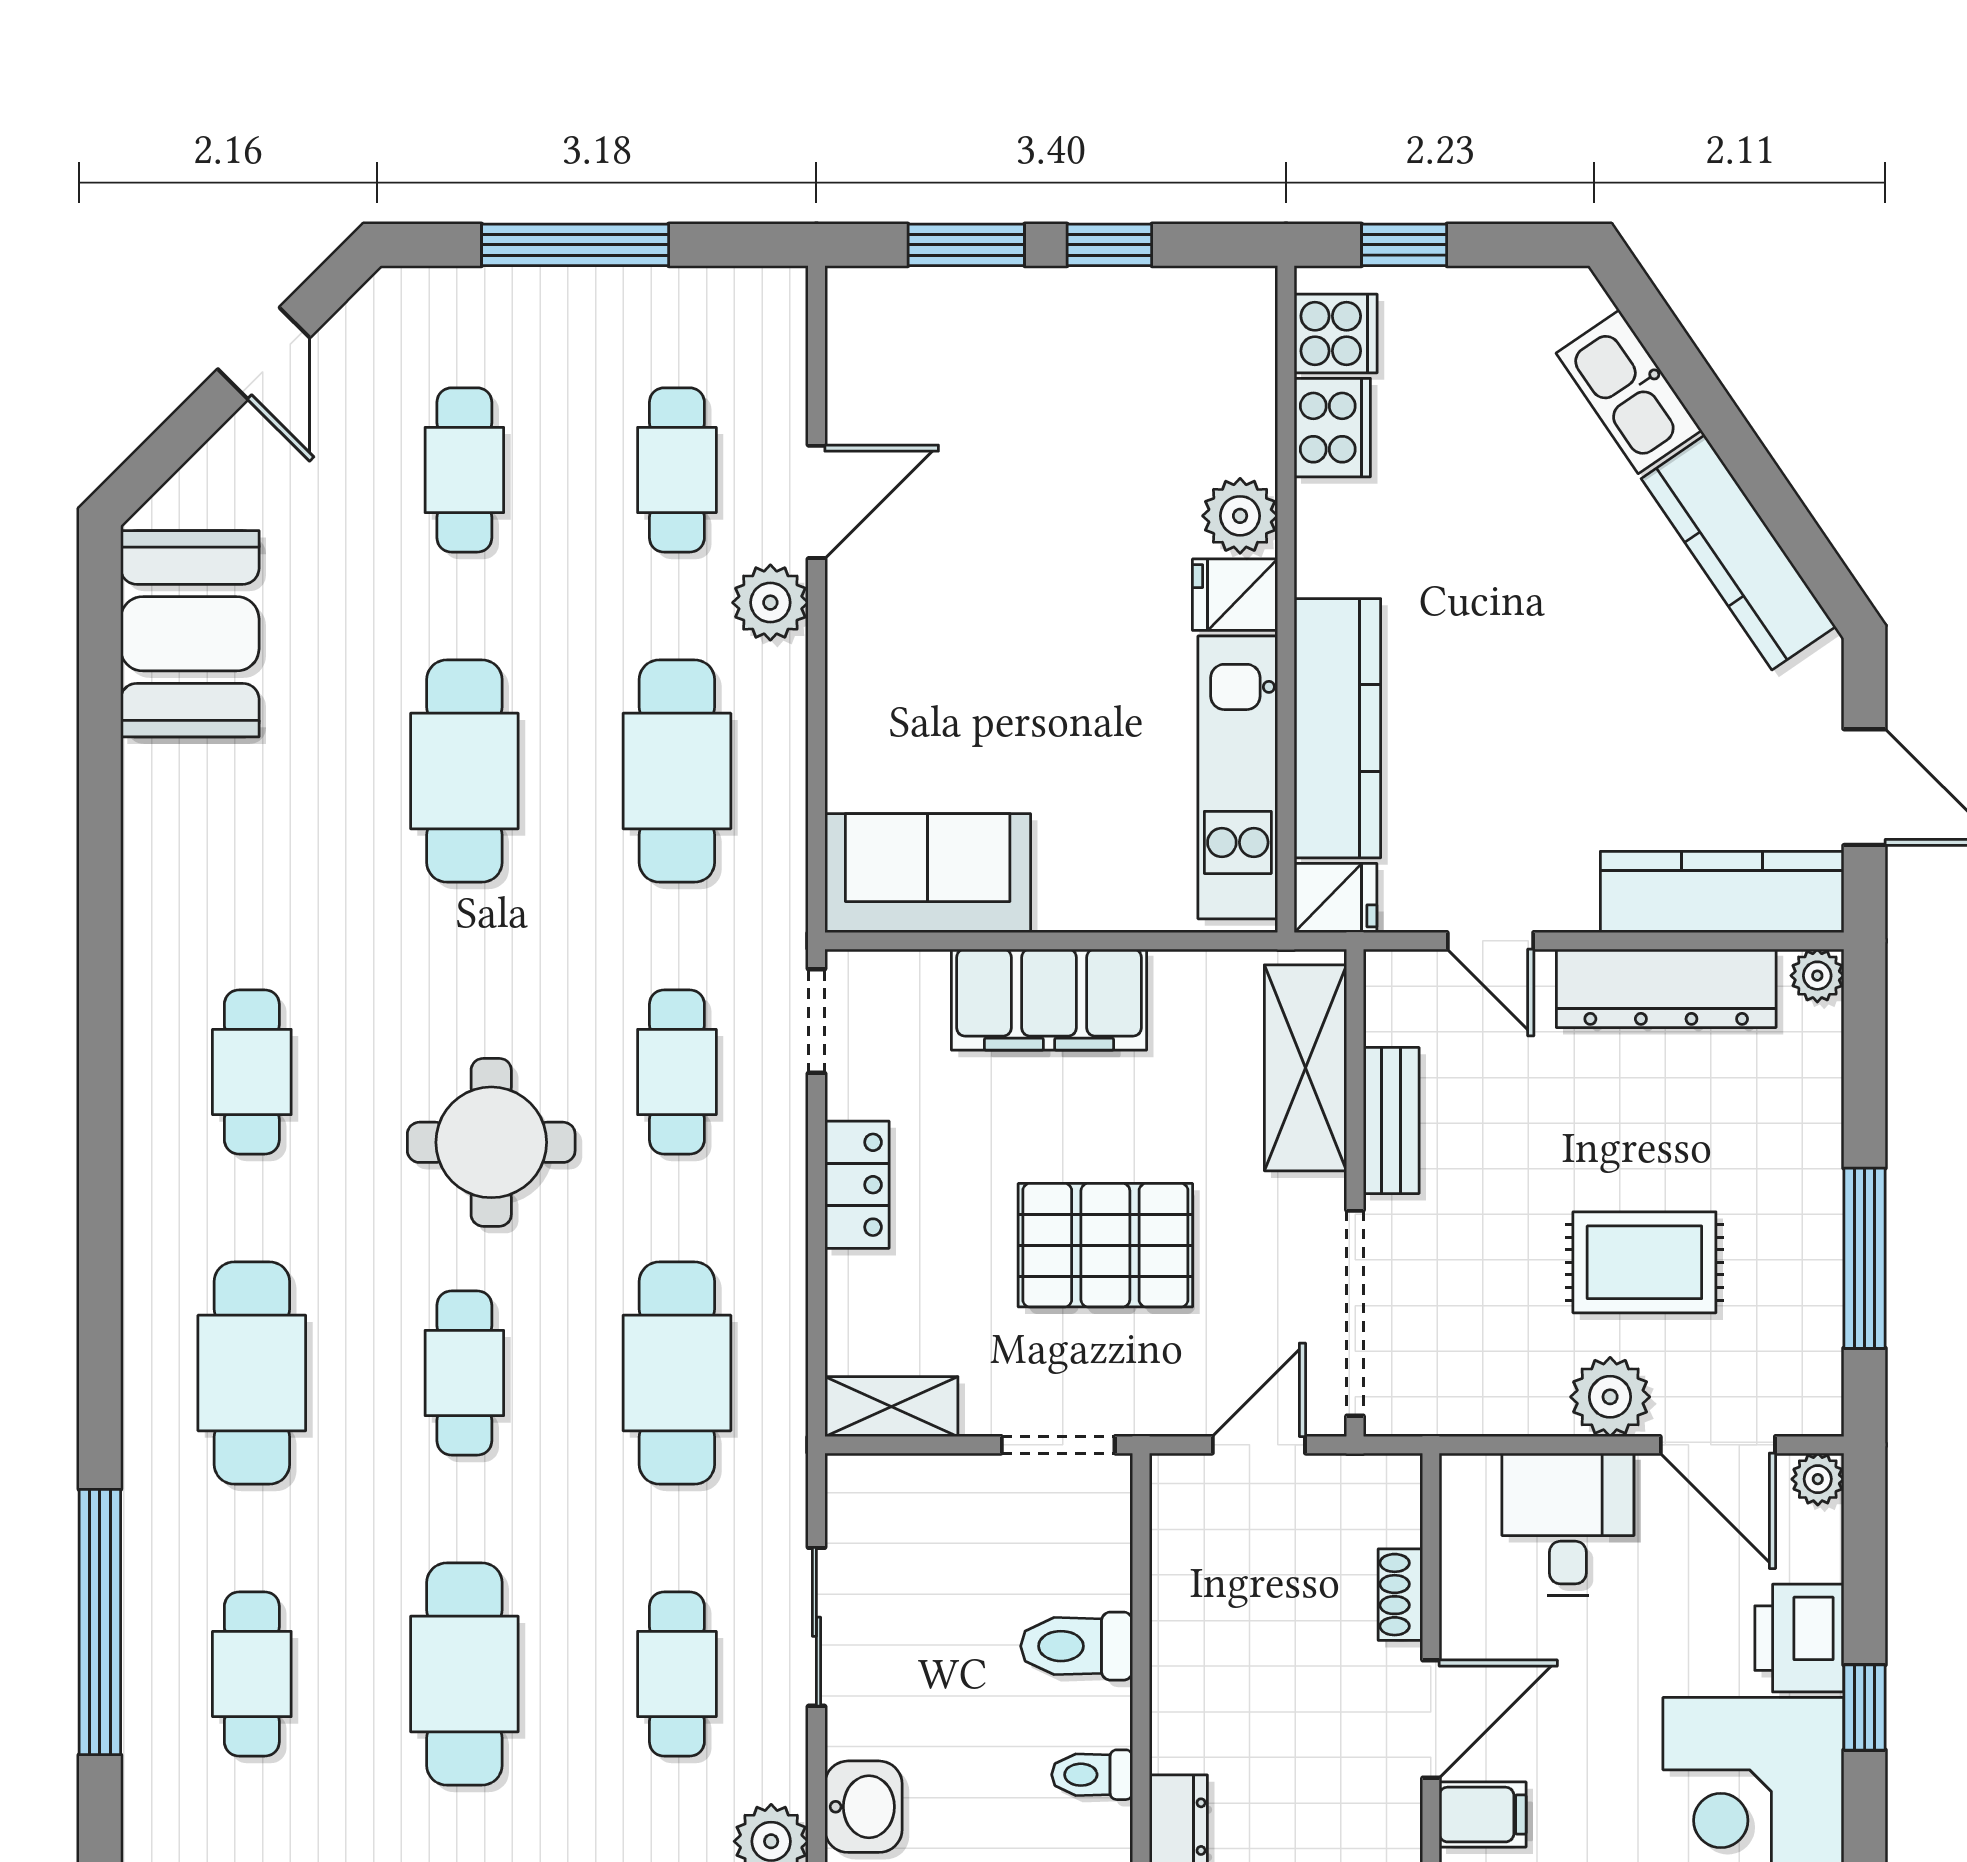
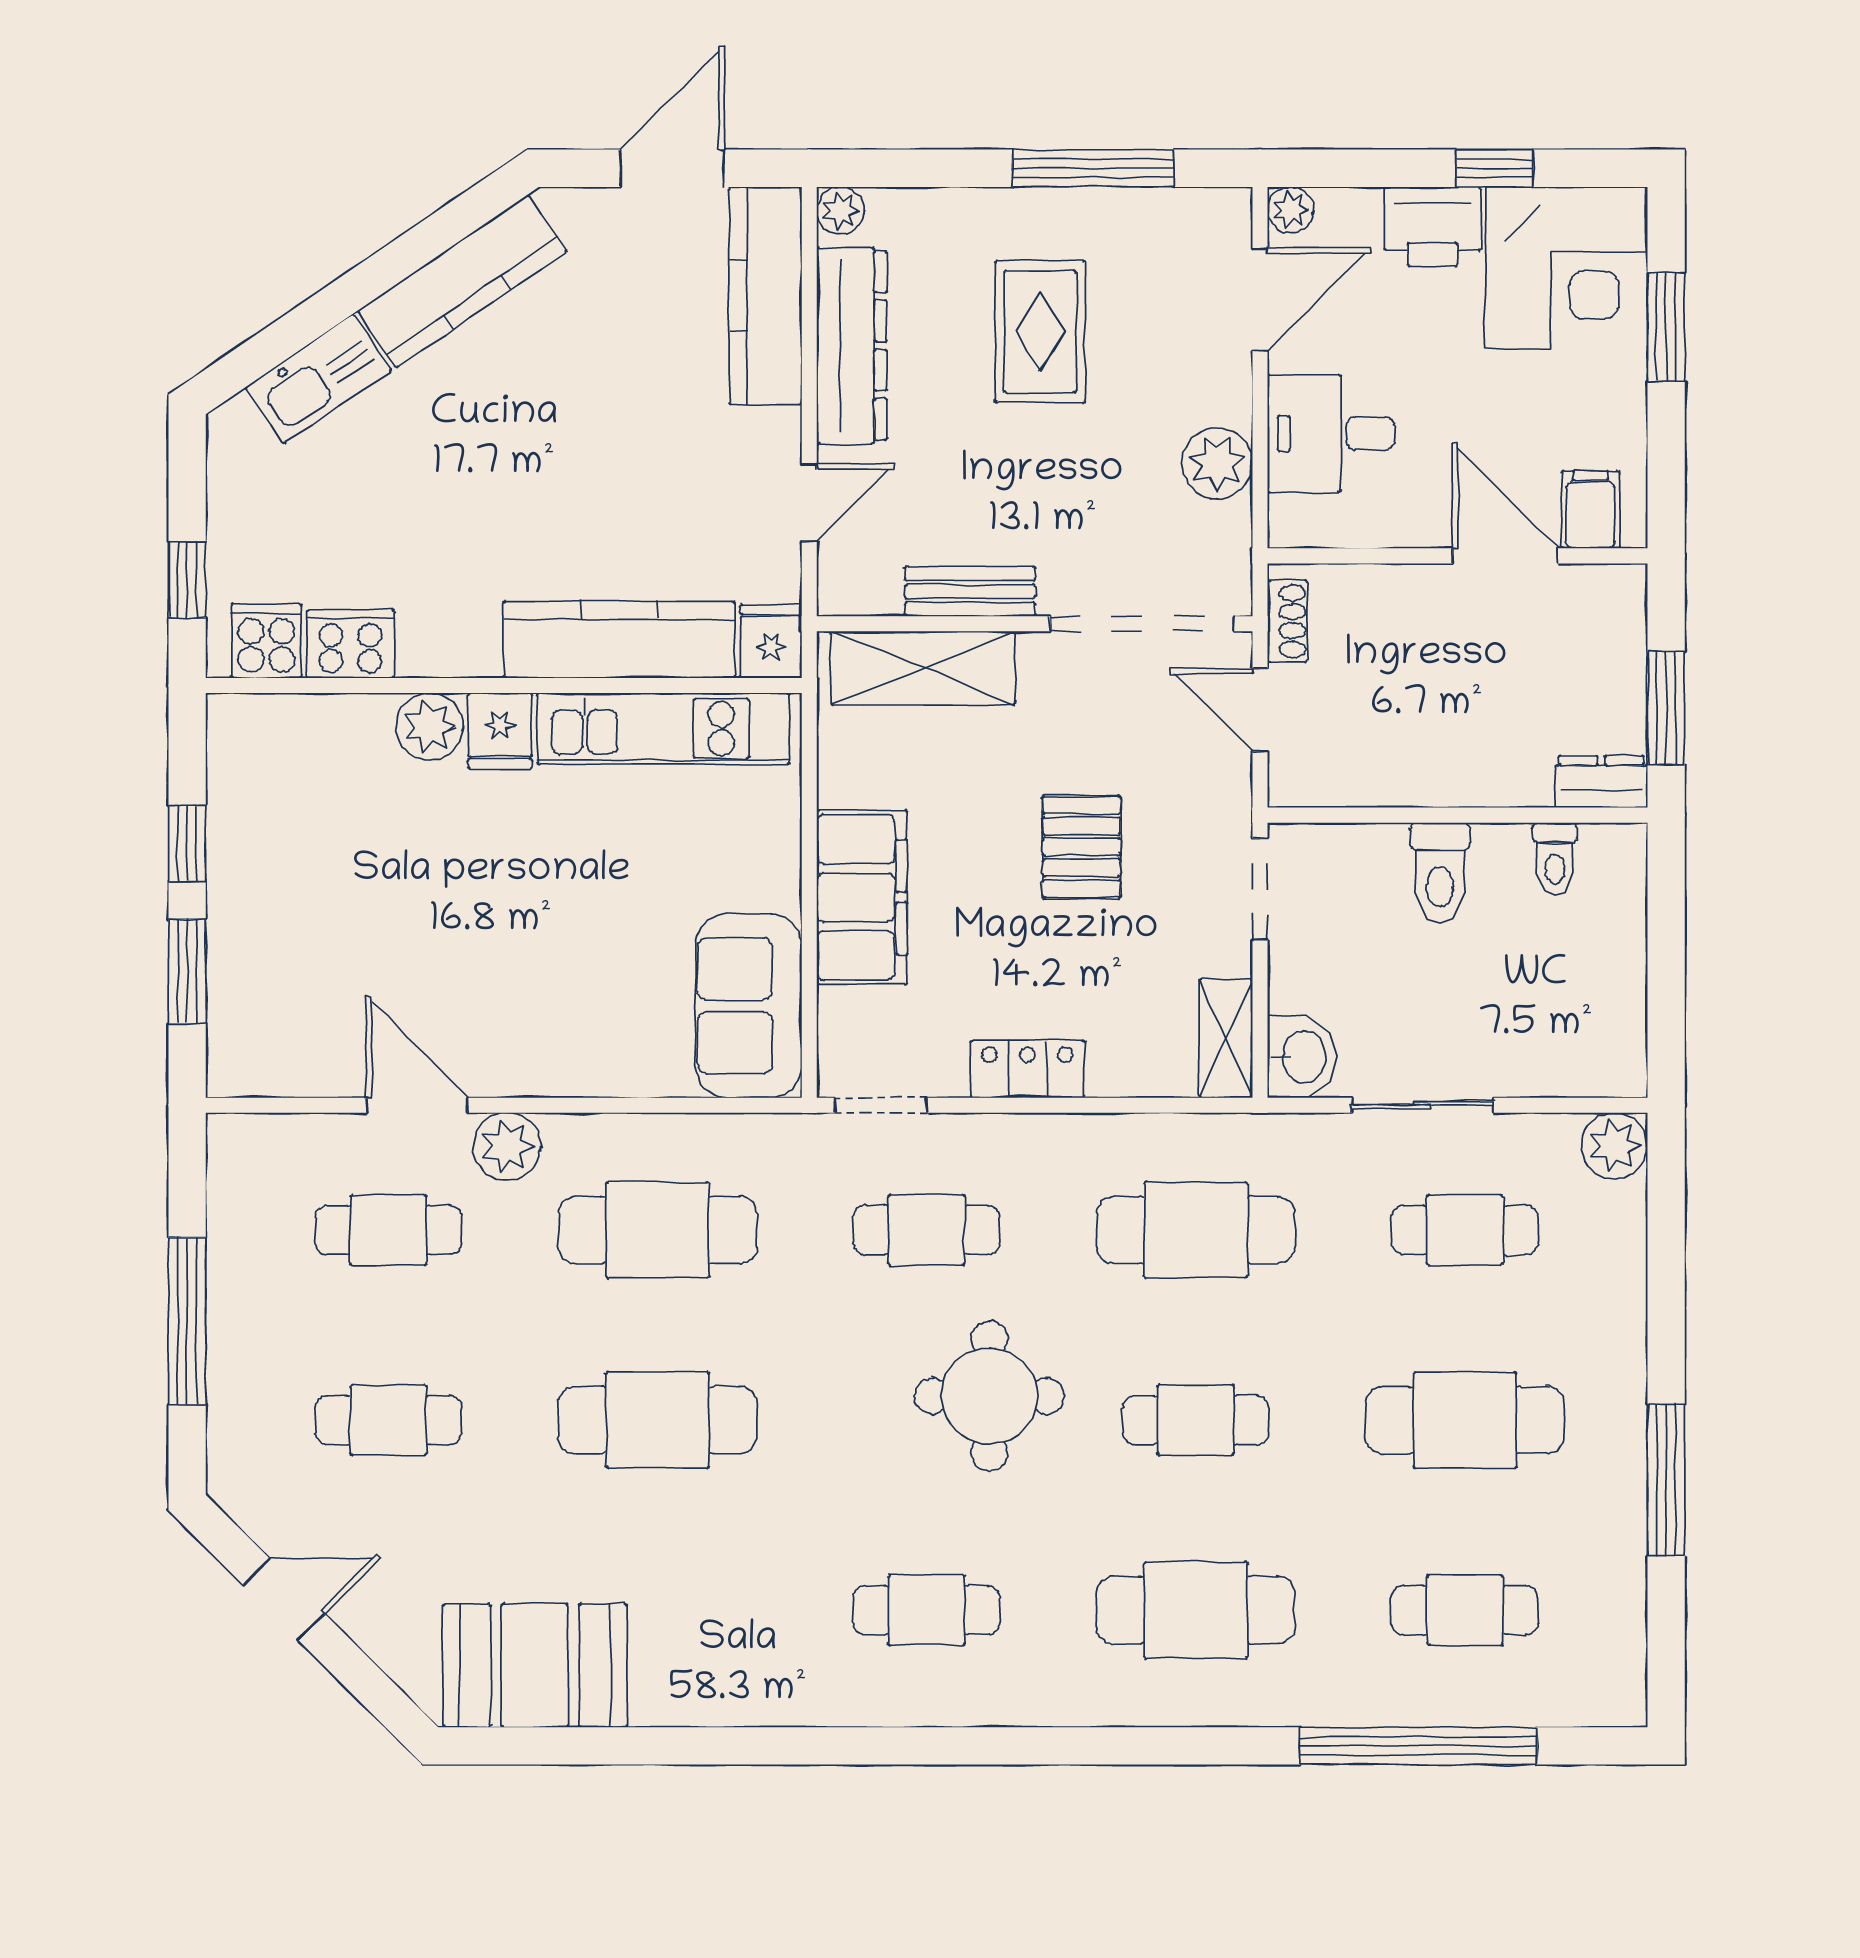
pallet: (1105, 1245) -> (1081, 847), width x0.67, depth x0.71
rug: (1644, 1262) -> (1040, 332), moved
plant: (1610, 1397) -> (1217, 463), moved
shoe rack: (1400, 1595) -> (1287, 621), moved, turned -90
washbasin: (863, 1807) -> (1302, 1057), moved, turned 90

